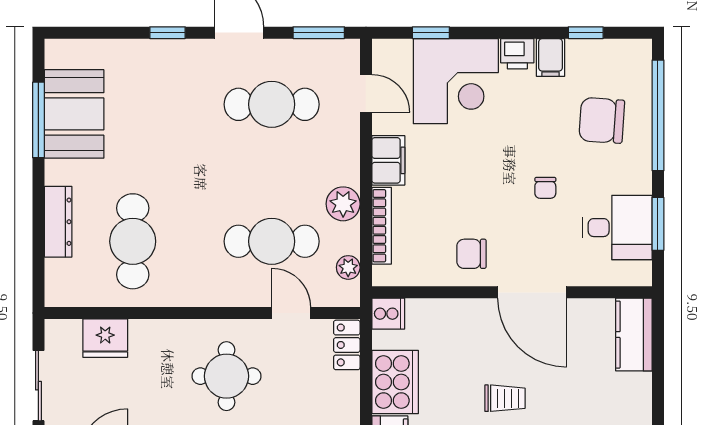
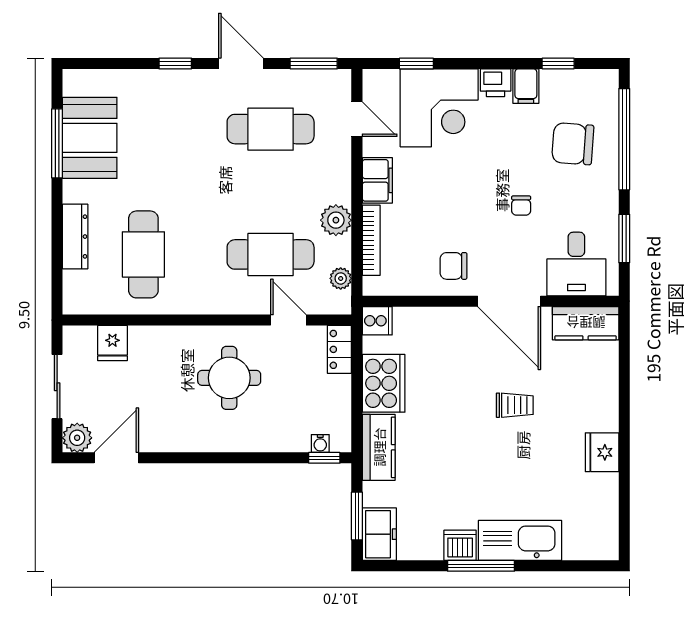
desk: (617, 228) -> (576, 264), moved, turned 90
kitchen counter: (634, 335) -> (586, 323), moved, turned -90
fridge: (105, 338) -> (112, 343), width x0.72
trolley: (505, 398) -> (515, 405), moved

